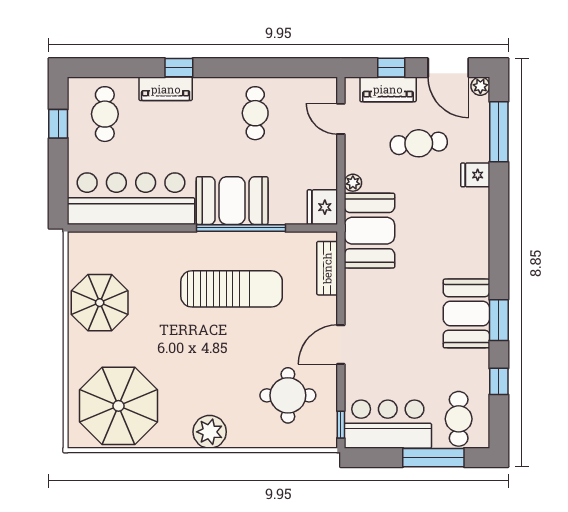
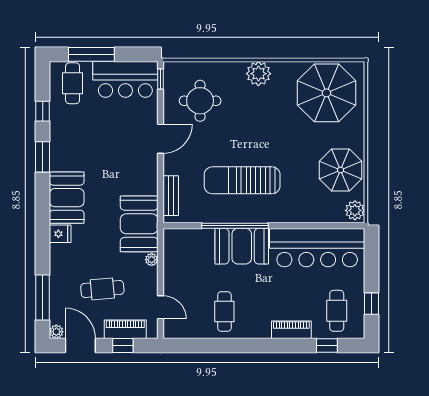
window: (179, 68) -> (327, 345), moved
fridge: (475, 175) -> (60, 234), moved
fridge: (322, 207) -> (174, 241), removed
plant: (81, 249) -> (355, 210), added
booth: (466, 313) -> (67, 198), moved

